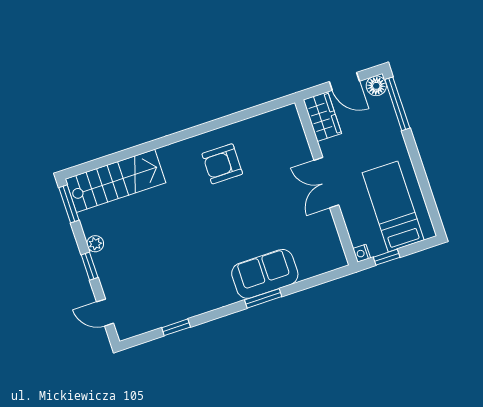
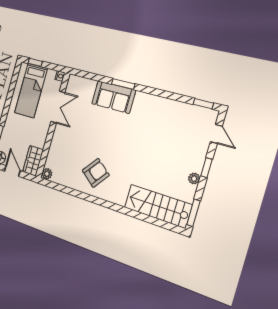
plant: (290, 114) -> (47, 174), added
armchair: (222, 164) -> (96, 173), turned -52
double door: (326, 183) -> (58, 107), moved
window: (387, 257) -> (35, 62), moved
window: (176, 327) -> (203, 104), moved

